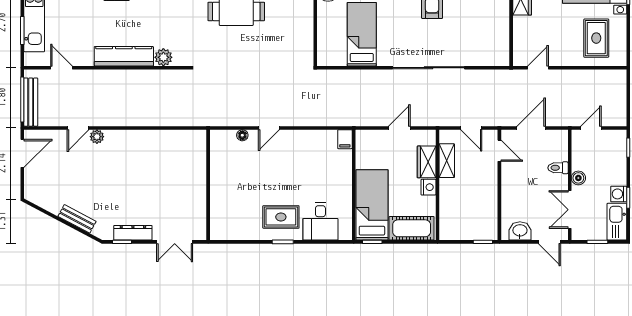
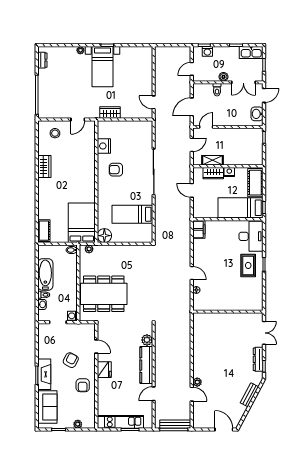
rug: (596, 38) -> (135, 66), removed
door: (62, 68) -> (154, 394), moved
door: (531, 128) -> (192, 107), hinge flipped
door: (591, 128) -> (192, 69), hinge flipped
filing cabinet: (345, 139) -> (199, 229), width x2.00
door: (22, 153) -> (224, 429), moved
washing machine: (619, 194) -> (207, 51), moved
desk: (320, 221) -> (251, 236), width x1.37

